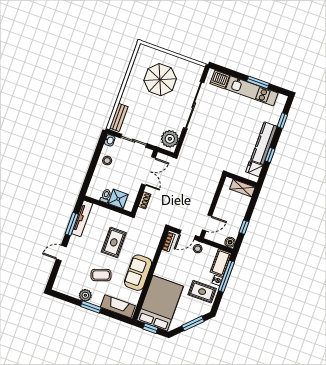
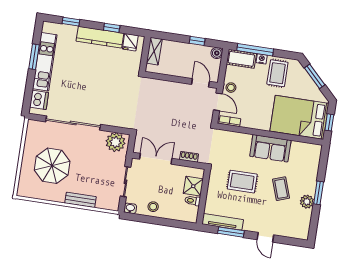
bench: (119, 117) -> (80, 200), moved
fireplace: (118, 306) -> (312, 163), removed

